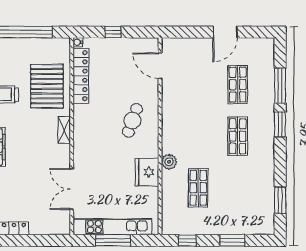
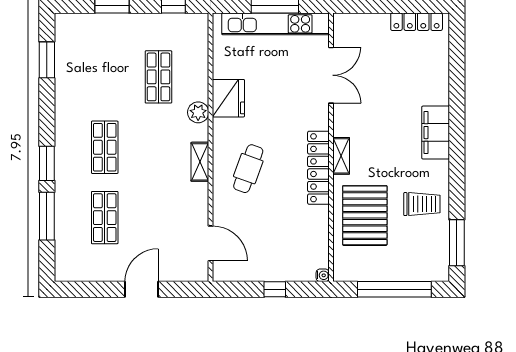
door: (225, 32) -> (142, 289), moved
locker: (81, 76) -> (318, 168), moved
shelving: (168, 126) -> (200, 162), added

